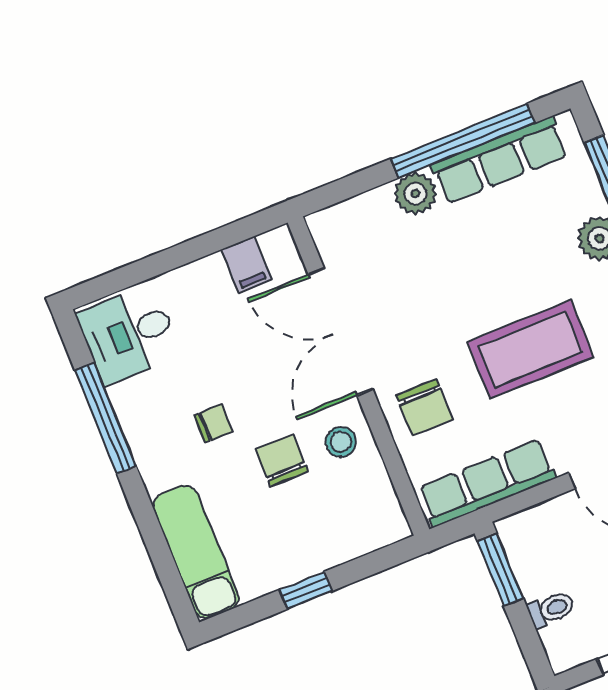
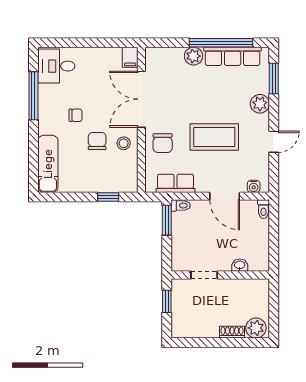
filing cabinet: (246, 265) -> (130, 57), moved
row of seats: (487, 483) -> (175, 183), width x0.68
window: (306, 590) -> (108, 197), moved
toilet: (551, 609) -> (181, 205), moved

